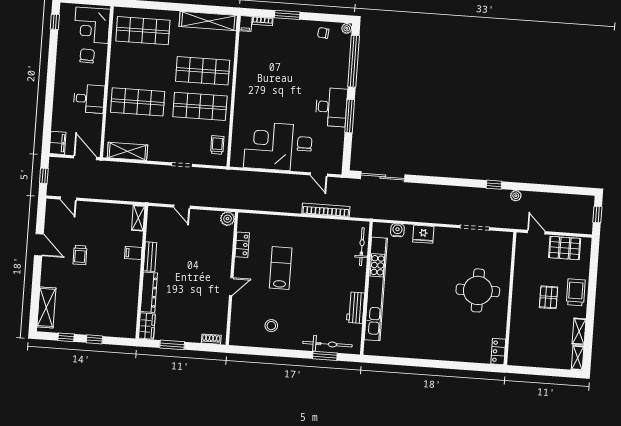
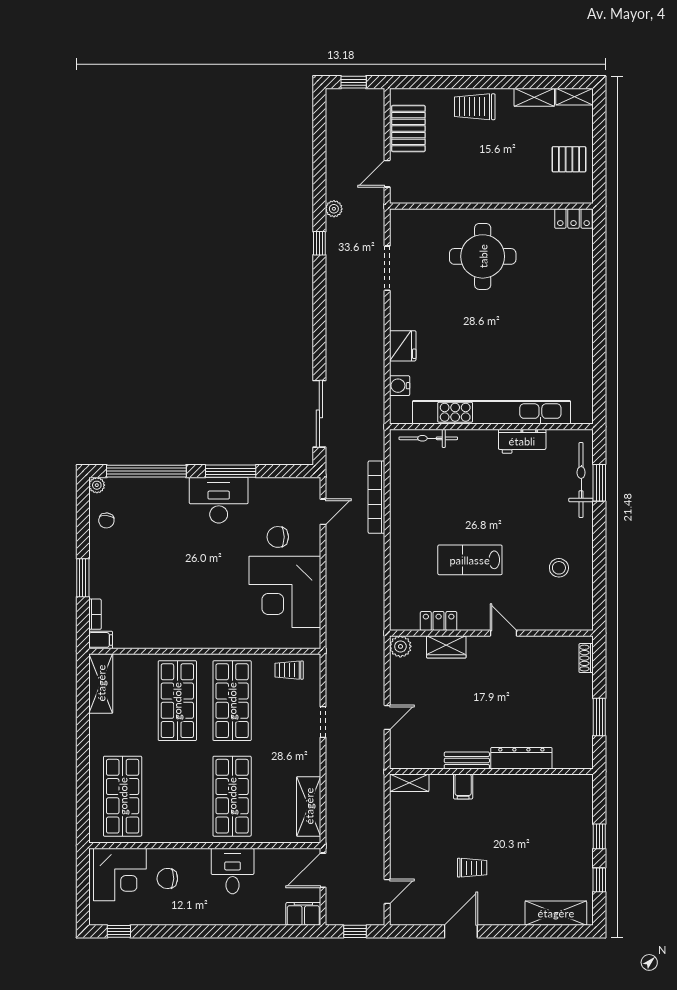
shelving: (208, 21) -> (101, 683), width x0.68
pallet: (549, 297) -> (569, 159), moved
wardrobe: (147, 326) -> (446, 647), moved, turned 180

